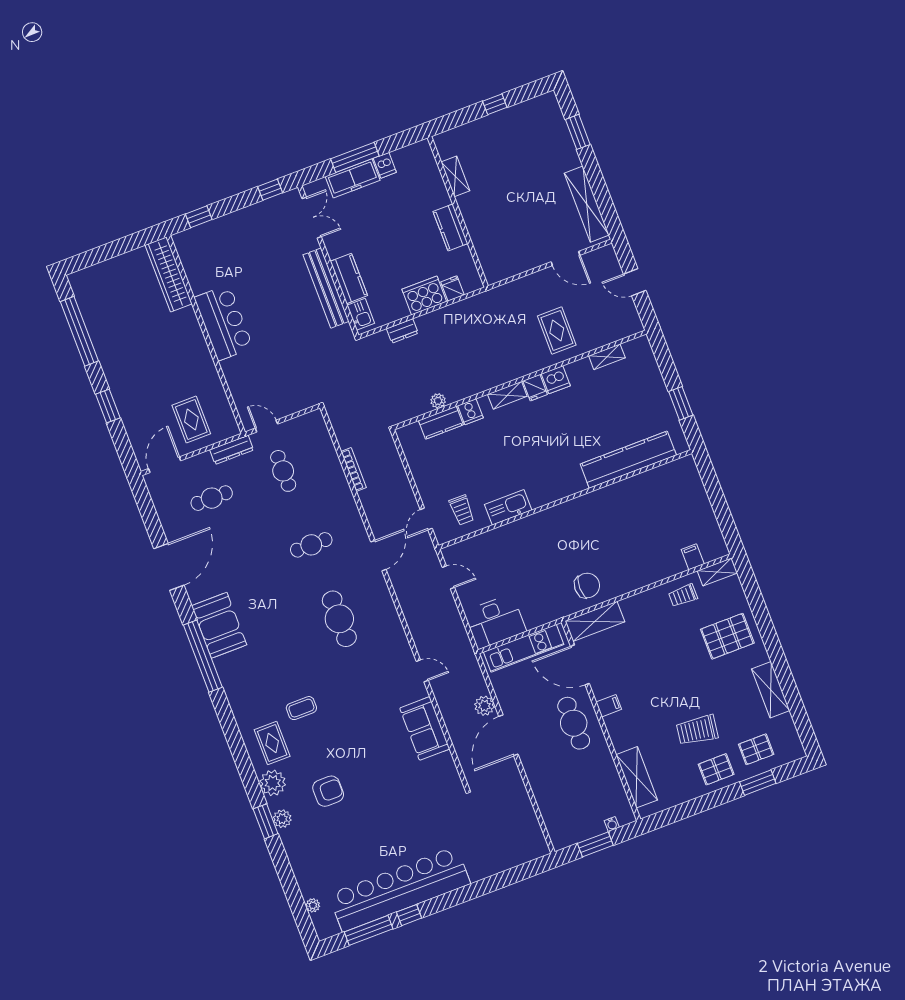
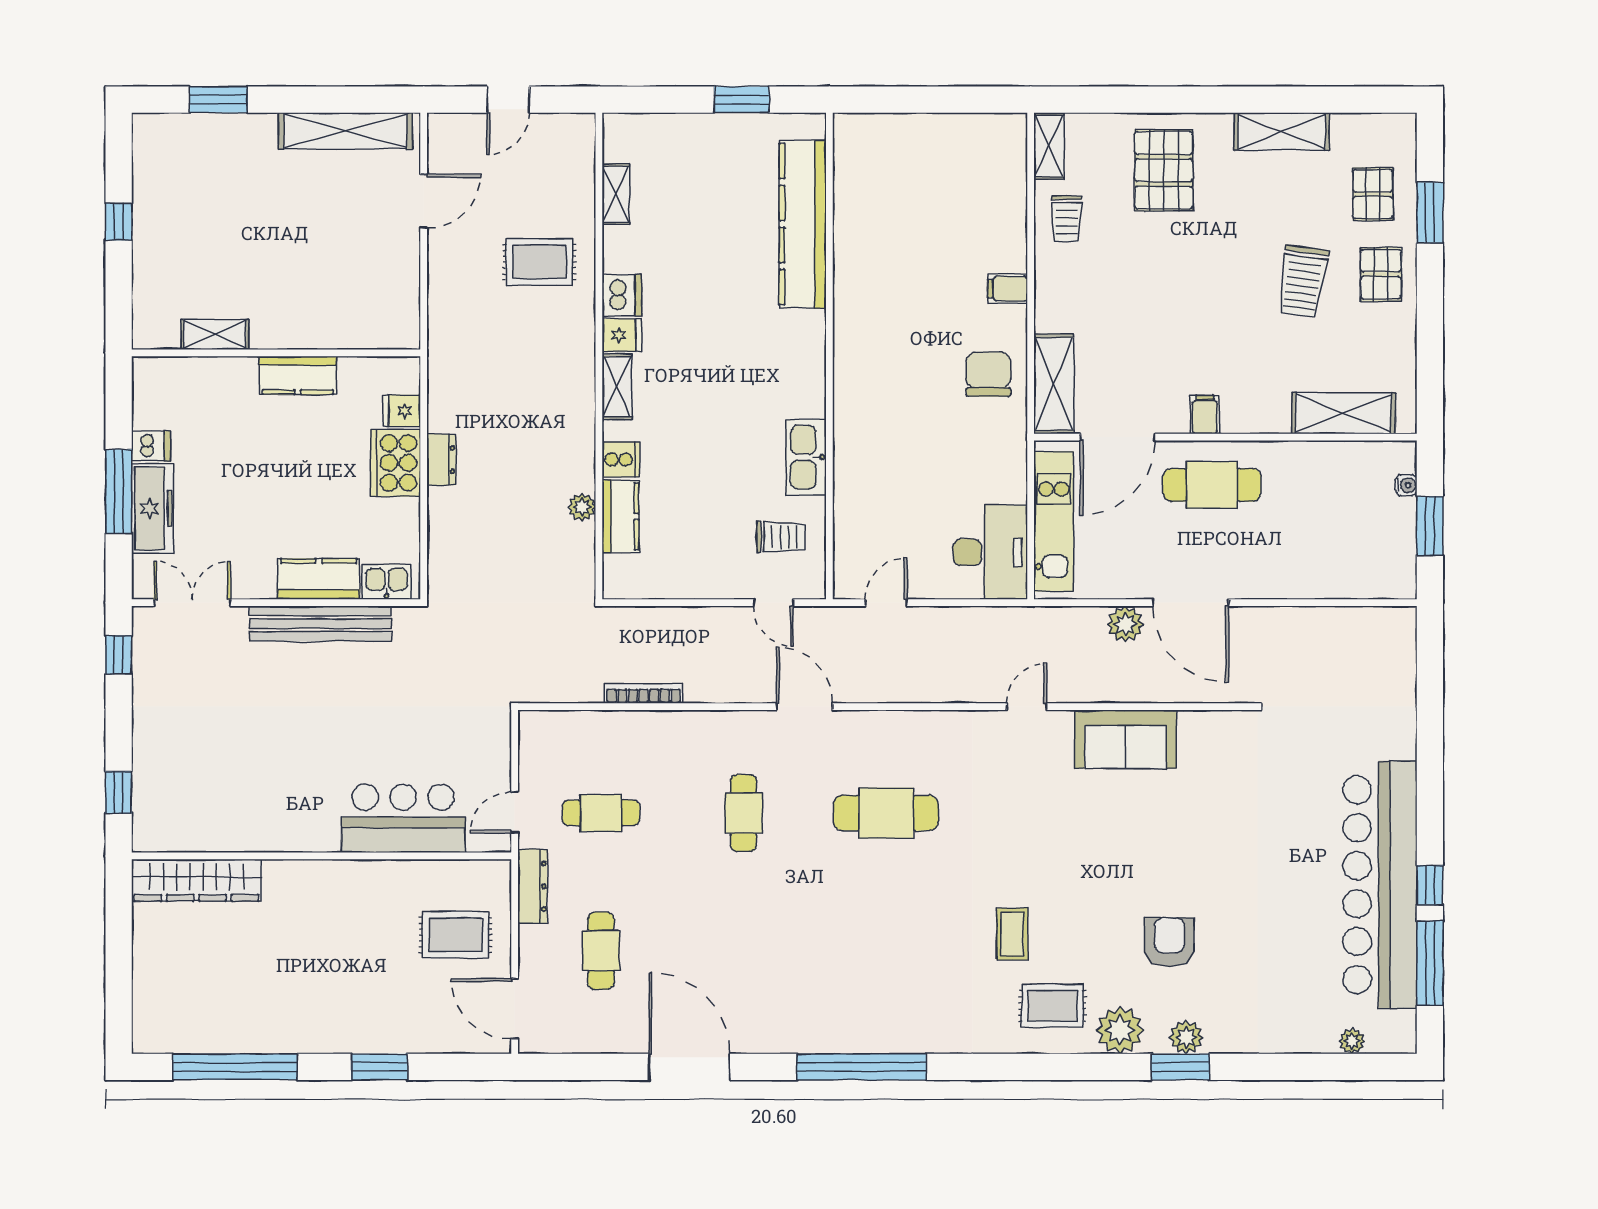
bar counter: (224, 323) -> (403, 818), moved
dresser: (402, 331) -> (441, 460), moved
filing cabinet: (693, 557) -> (1008, 289), moved
booth: (219, 625) -> (820, 1020), removed

